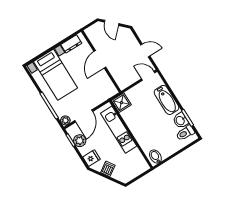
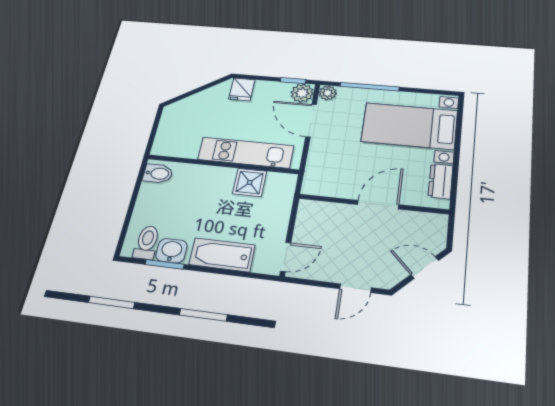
door: (145, 50) -> (355, 288), moved
door: (100, 59) -> (378, 205), hinge flipped
shower: (121, 103) -> (250, 182), moved
plant: (80, 141) -> (302, 93), moved
dishwasher: (108, 169) -> (206, 99), removed

